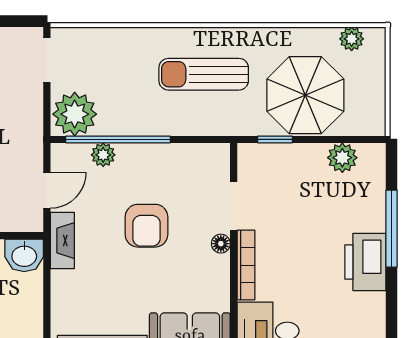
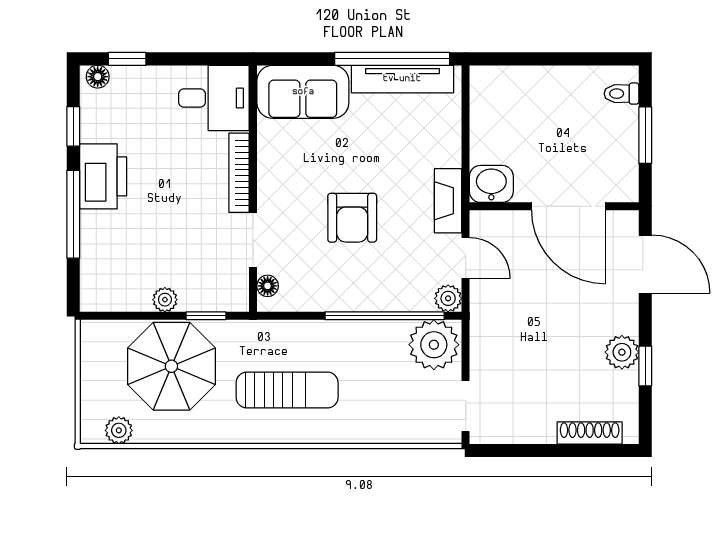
plant: (103, 155) -> (448, 298), moved
plant: (342, 158) -> (165, 300), moved, width x0.73, depth x0.73
door: (47, 190) -> (466, 258), swing flipped
armchair: (146, 226) -> (352, 218), turned 180
floor lamp: (221, 244) -> (268, 286), moved
window: (392, 306) -> (73, 126), added

